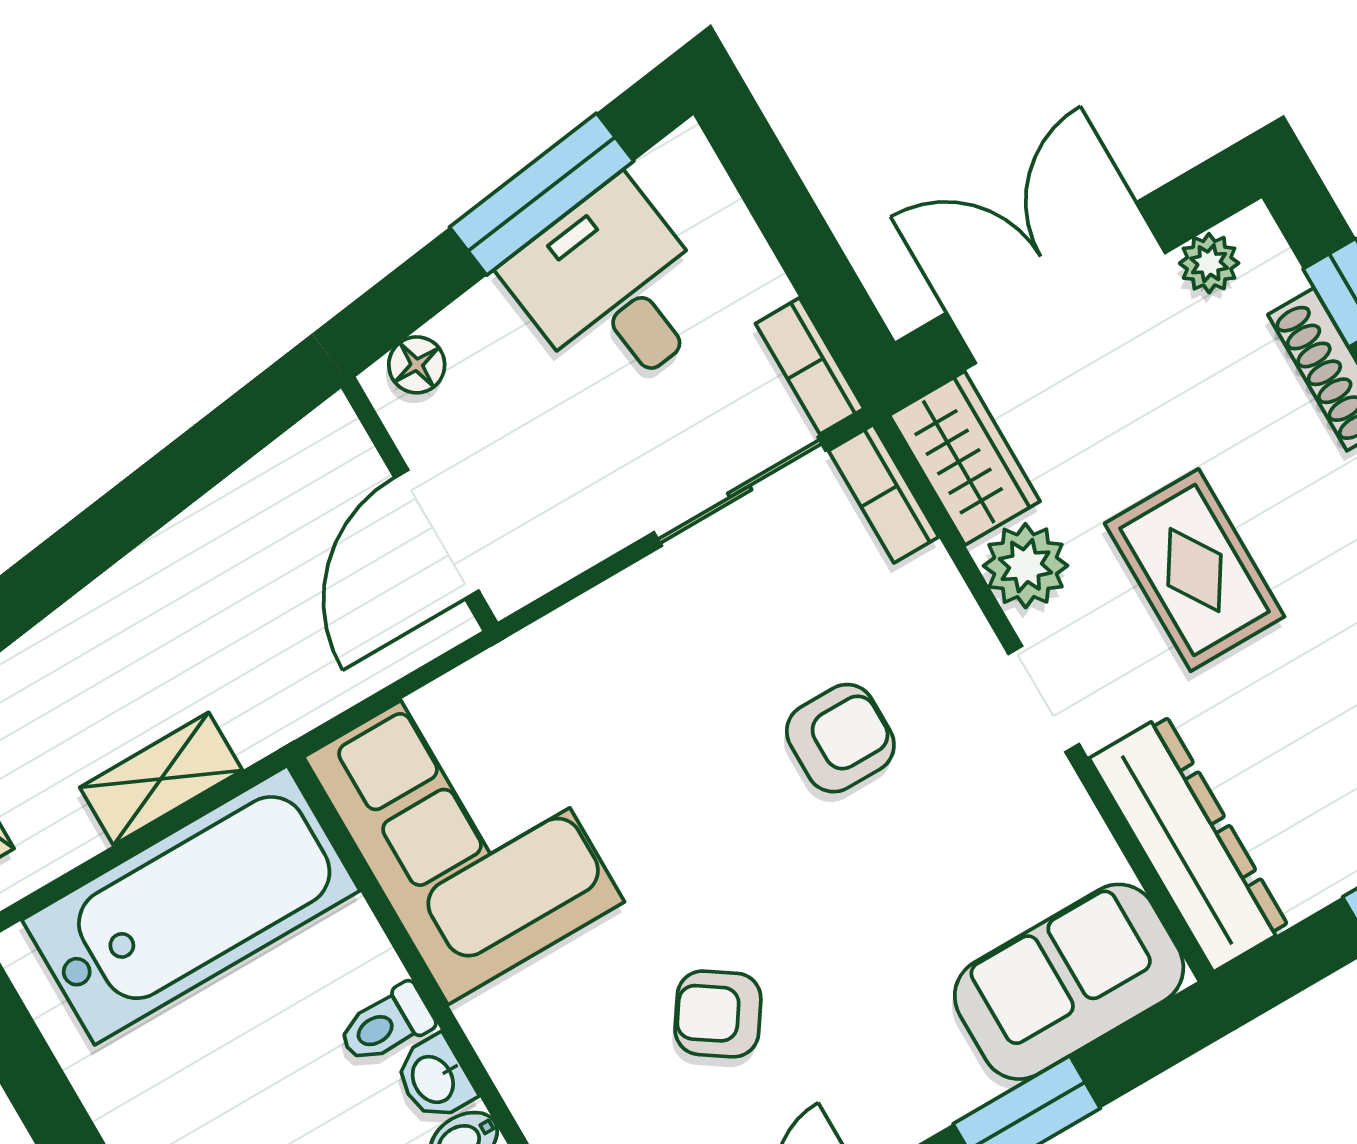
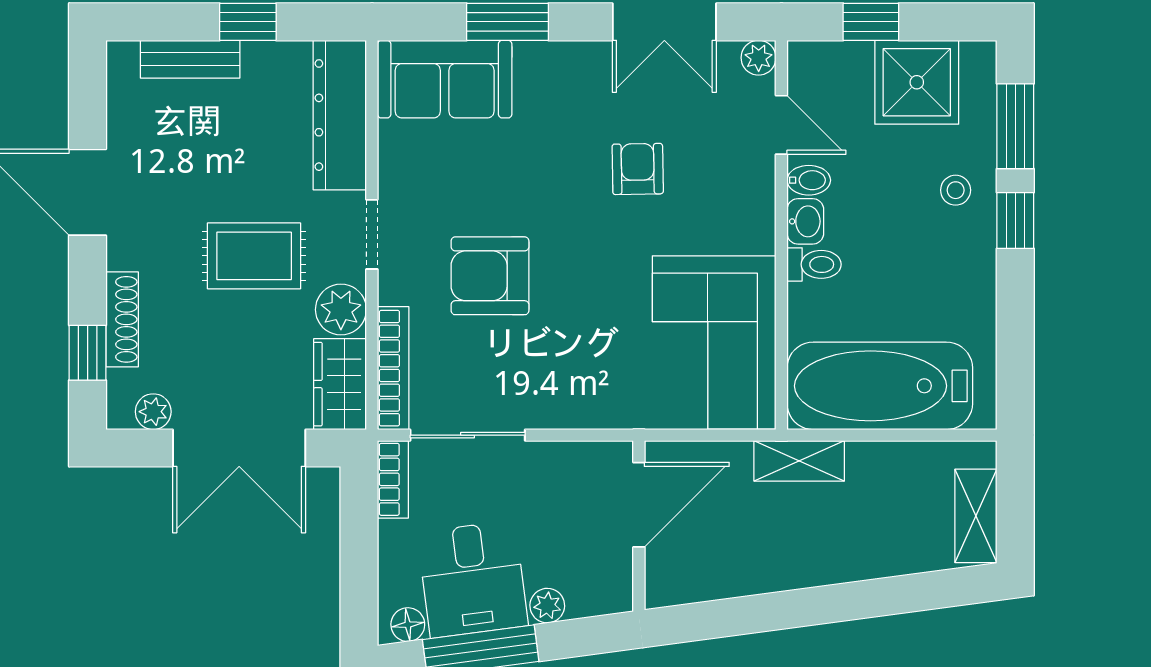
plant: (484, 314) -> (547, 606), added
floor lamp: (417, 365) -> (408, 625), moved
bookcase: (884, 494) -> (393, 368), width x1.56
rug: (1195, 570) -> (254, 256), turned 90
armchair: (840, 738) -> (490, 276), width x1.38, depth x1.38
shelving: (161, 779) -> (799, 461), moved
armchair: (718, 1014) -> (638, 169), turned -125

